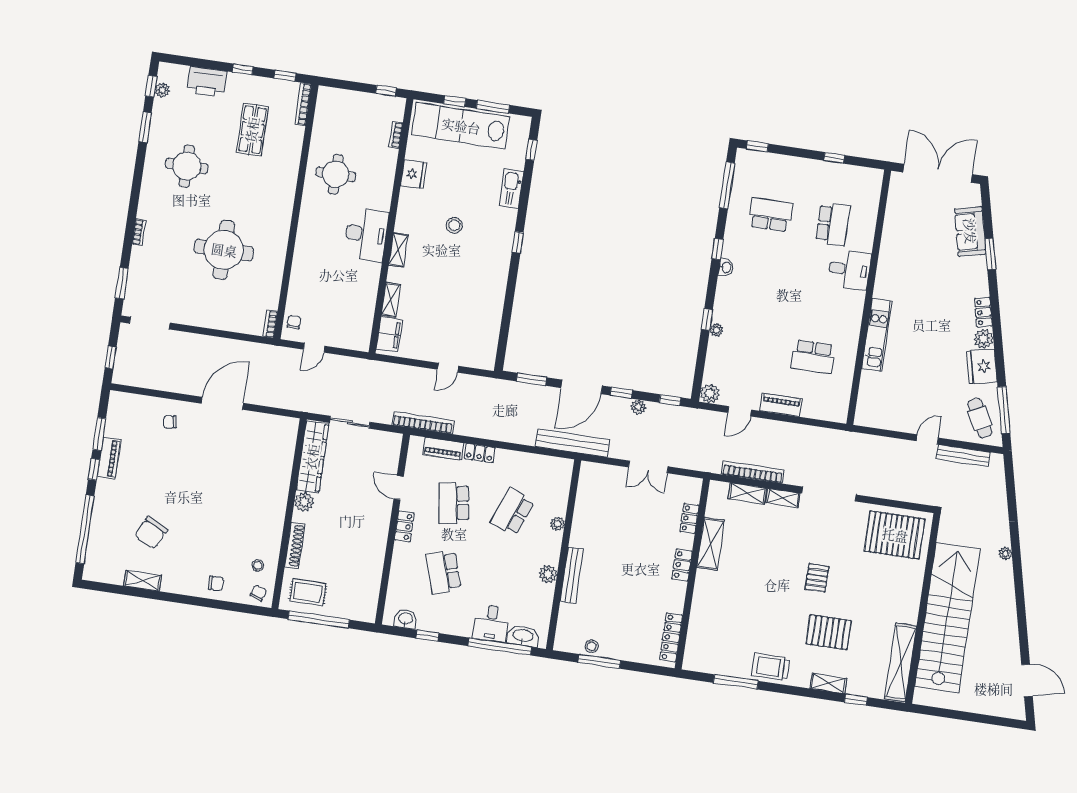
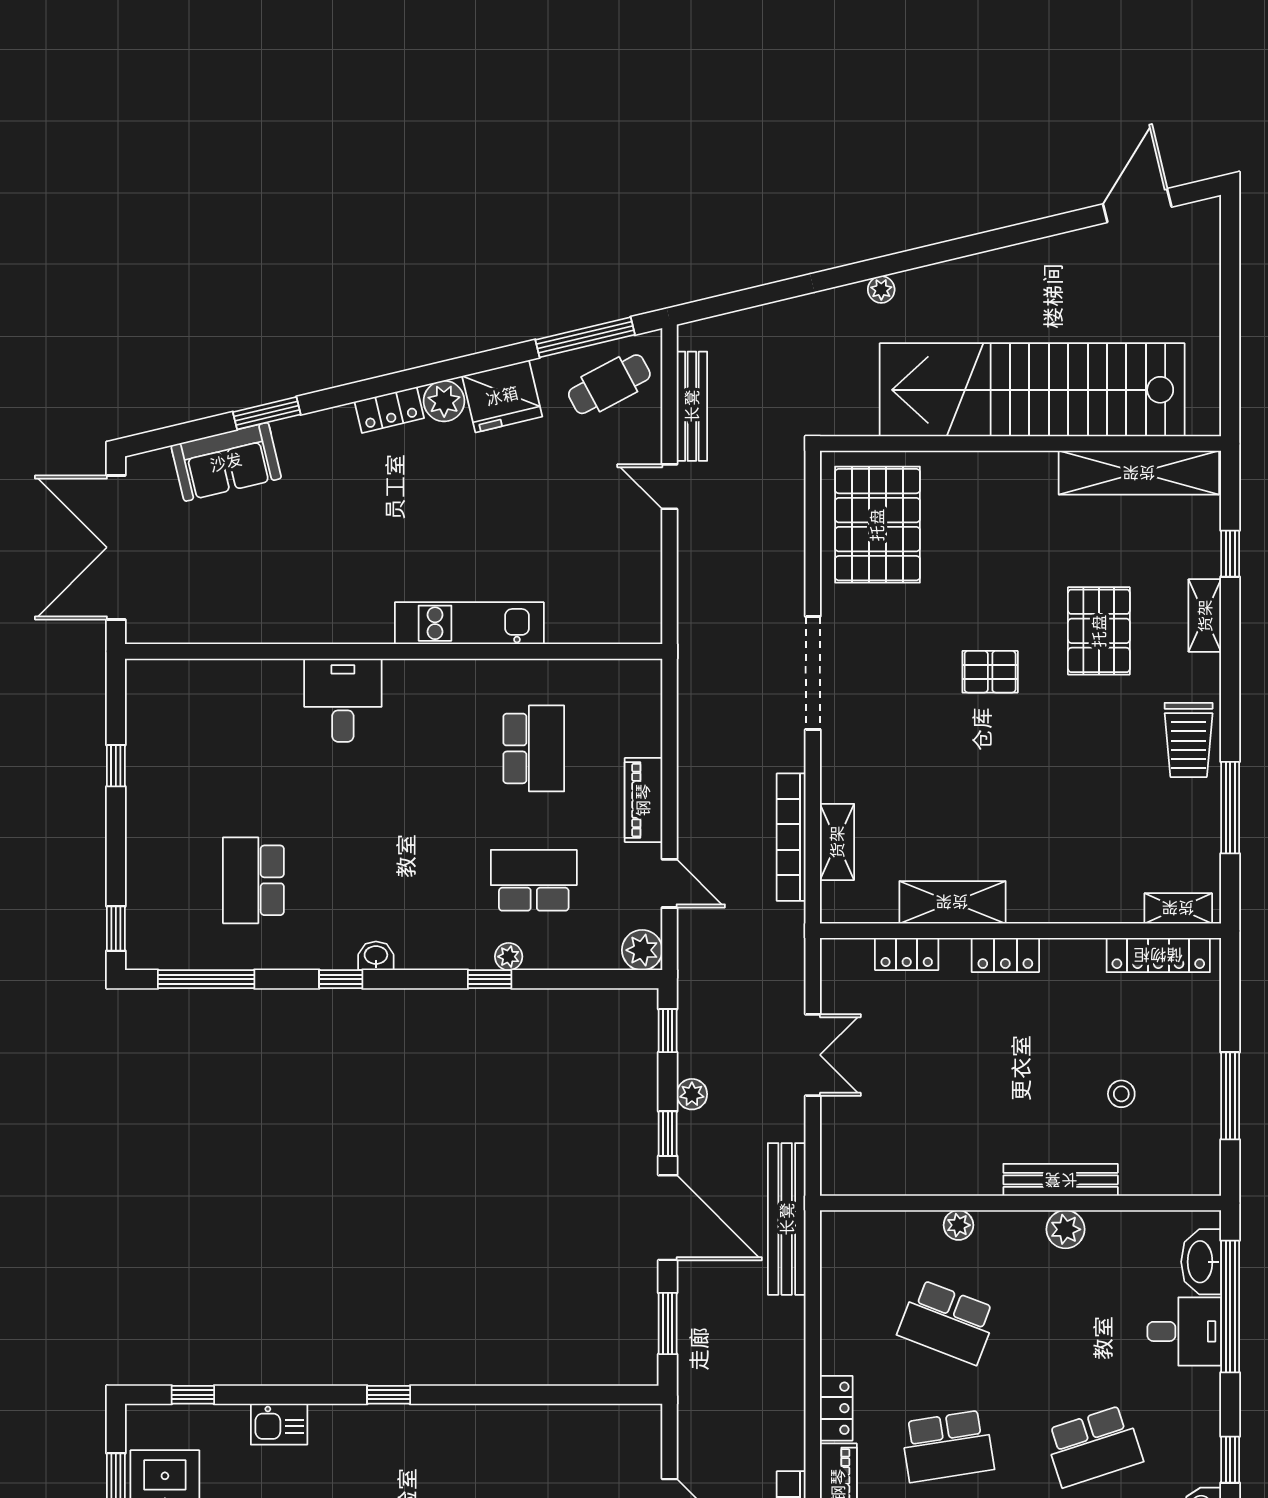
kitchen sink: (511, 188) -> (279, 1424), width x0.73
school desk: (833, 224) -> (534, 880), moved
shelving: (783, 498) -> (1178, 908), moved, turned 90
stool: (592, 646) -> (1121, 1094), moved

